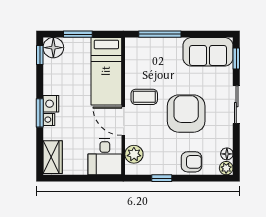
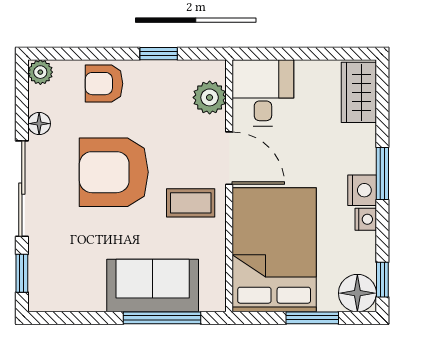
sofa: (208, 52) -> (153, 285), moved
bed: (106, 71) -> (274, 250), width x1.50
sliding door: (236, 105) -> (22, 189), width x1.37
armchair: (186, 114) -> (114, 172), turned 90
nightstand: (49, 120) -> (366, 219), moved
floor lamp: (227, 154) -> (39, 124), moved

